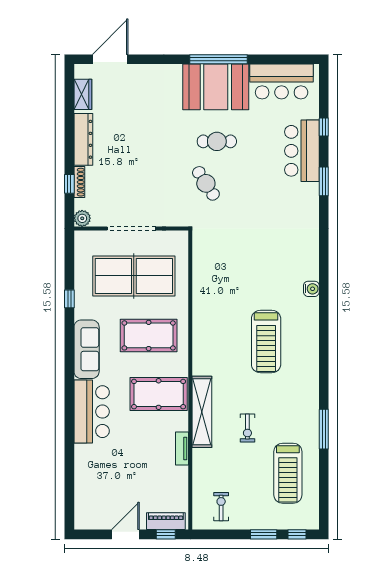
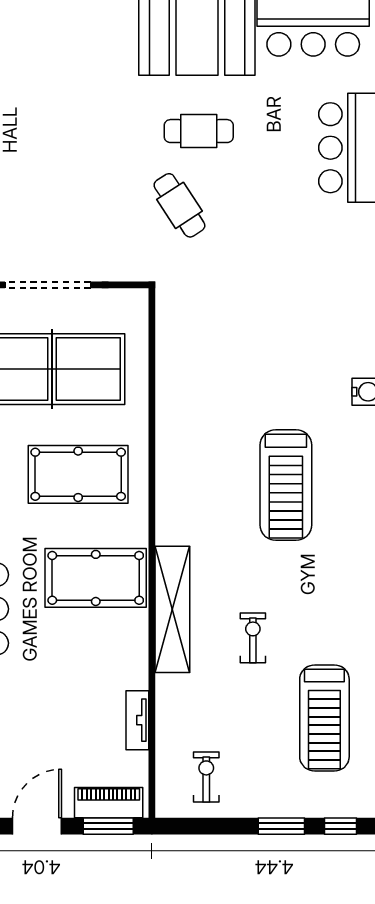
exercise bike: (247, 428) -> (253, 638), turned 180
tv unit: (182, 449) -> (137, 720), moved
window: (166, 534) -> (108, 826), width x1.50

